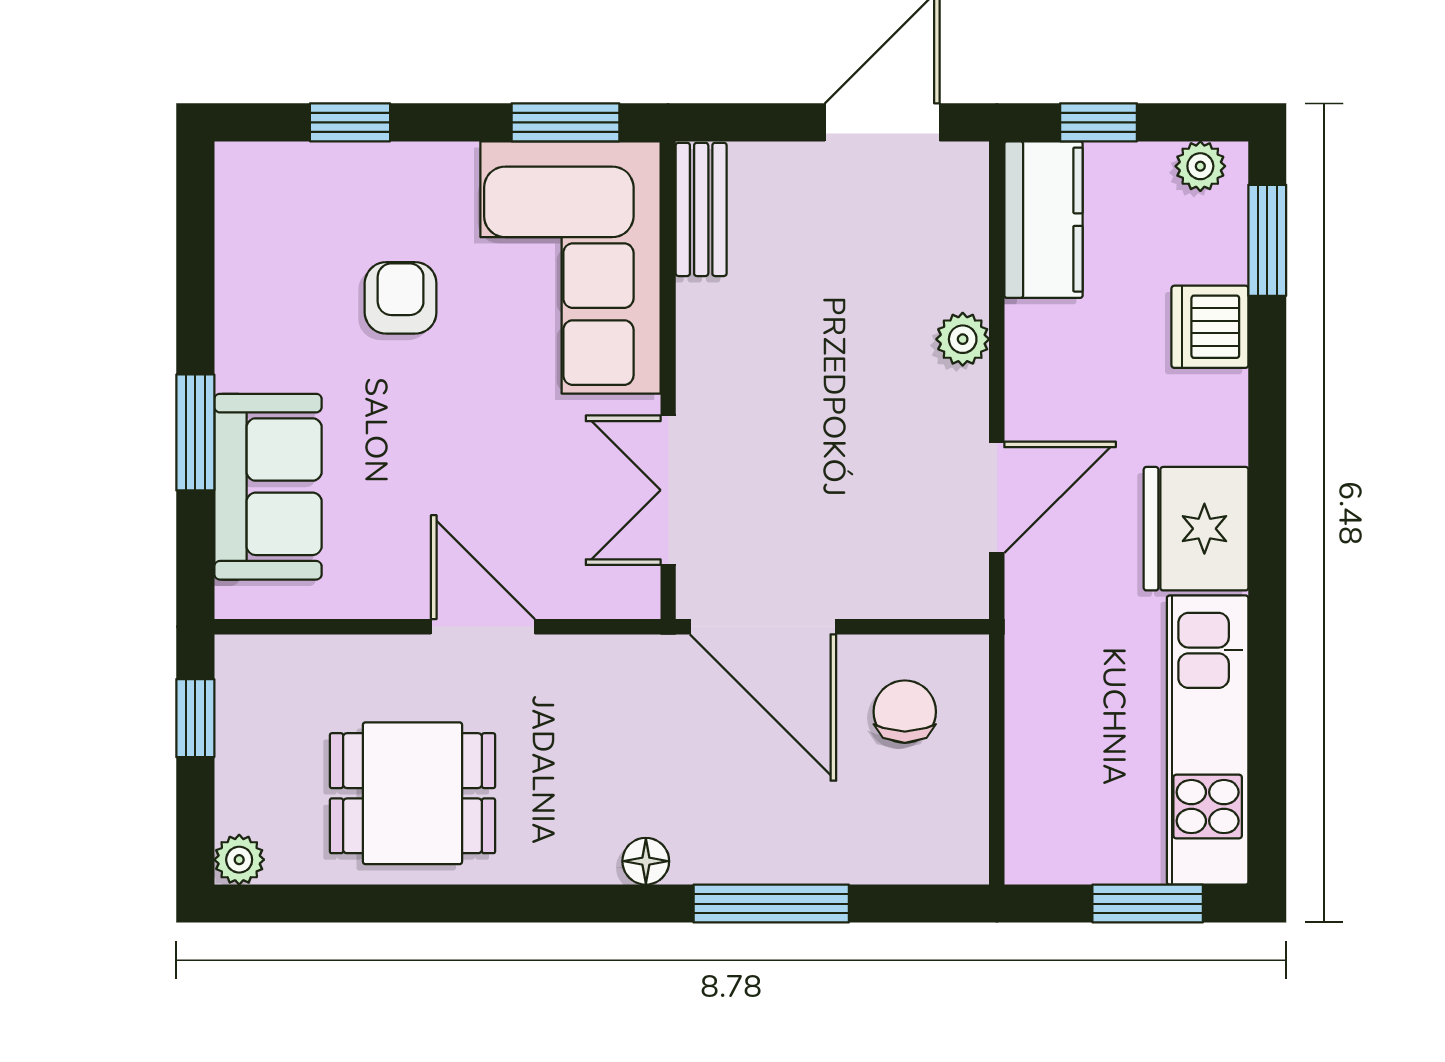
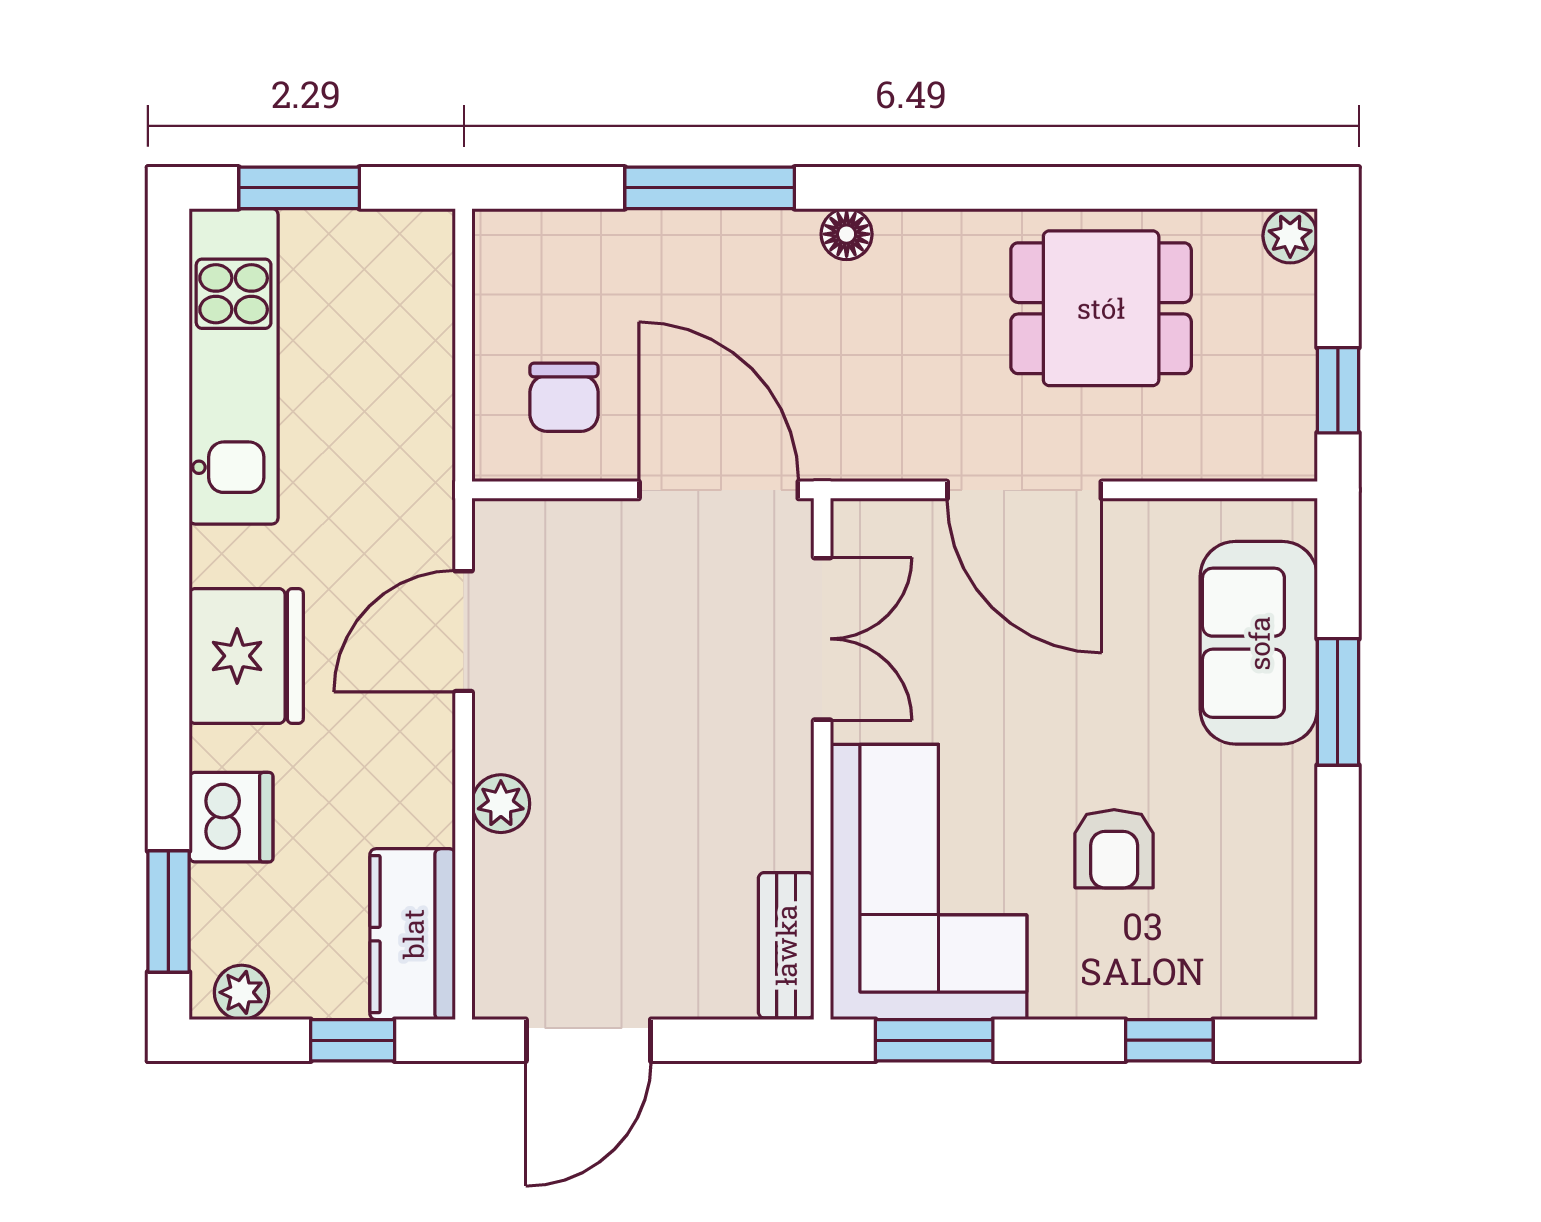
fridge: (1196, 529) -> (246, 656), moved
door: (483, 627) -> (1024, 490), width x1.36

